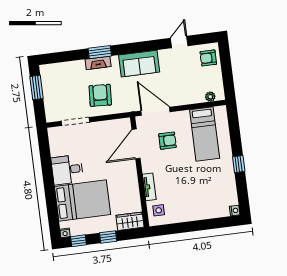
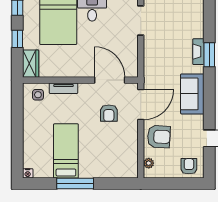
armchair: (100, 95) -> (159, 137), moved
bed: (205, 134) -> (66, 151), moved, turned 90
window: (239, 164) -> (75, 184), width x2.17

